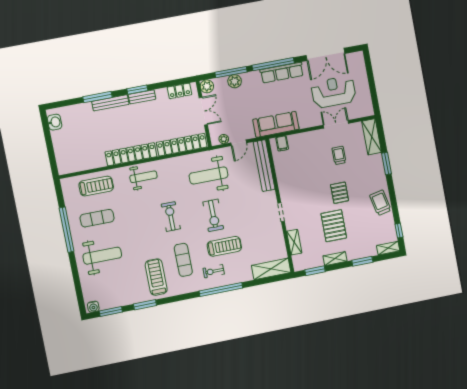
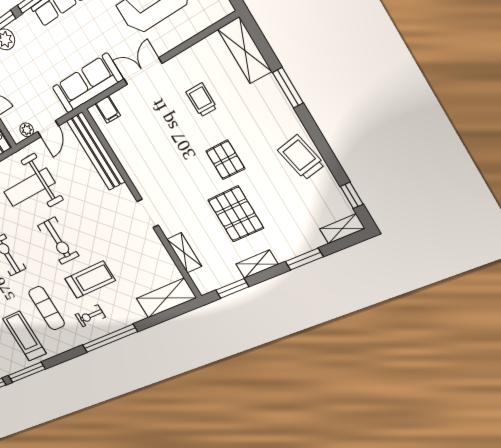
double door: (336, 124) -> (143, 71), moved
window: (145, 305) -> (27, 372), width x1.44

